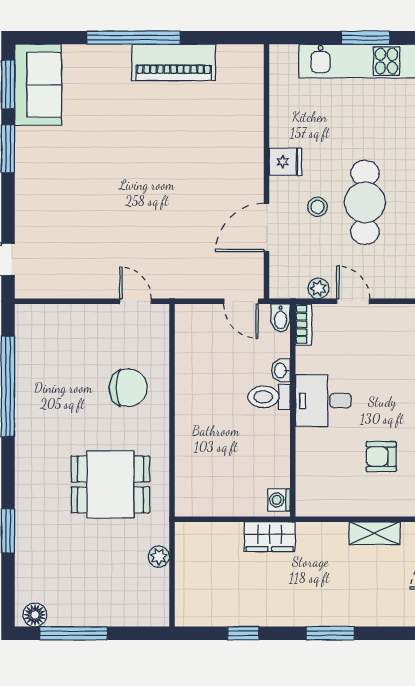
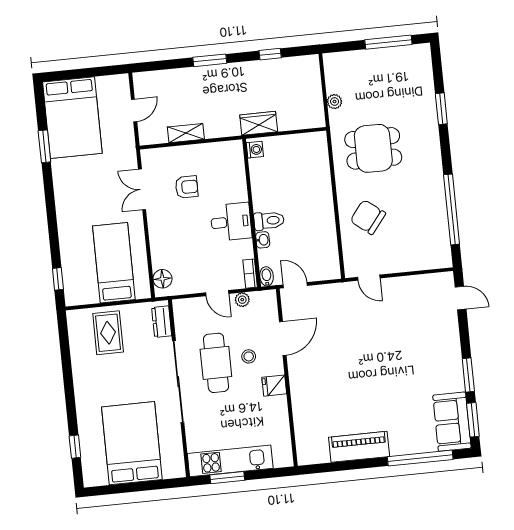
window: (134, 38) -> (420, 458), moved
chair: (128, 388) -> (368, 217), turned 38
floor lamp: (35, 615) -> (417, 52), removed

